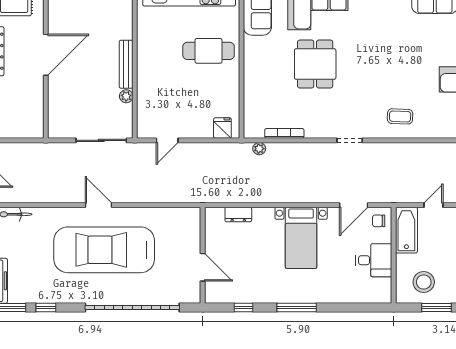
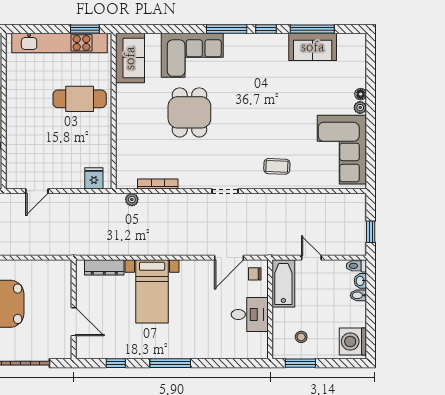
door: (434, 205) -> (311, 258), hinge flipped
dresser: (238, 214) -> (104, 267), width x1.44
bed with nightstands: (301, 238) -> (152, 291), moved
stool: (424, 282) -> (301, 337), width x0.53, depth x0.53
window: (436, 308) -> (300, 363), moved

